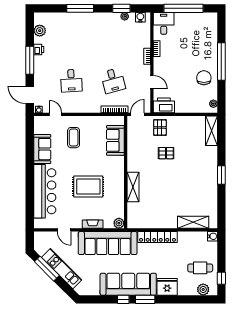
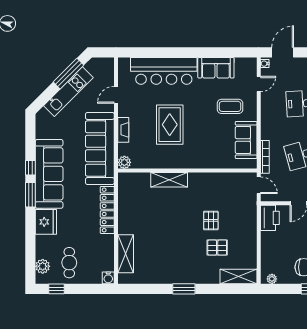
pallet: (160, 128) -> (217, 248), moved
sofa: (115, 140) -> (246, 140), moved, turned -90

